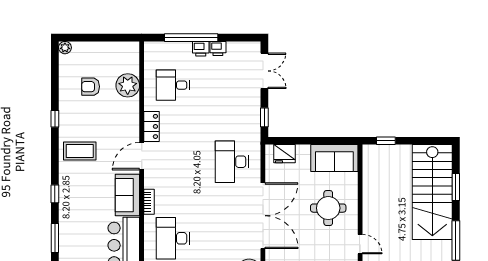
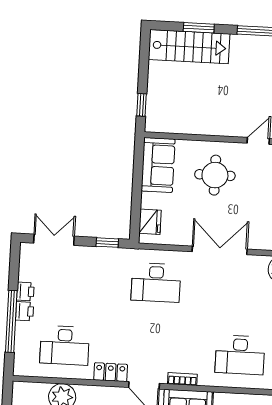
desk: (173, 85) -> (65, 345), width x1.37
stairs: (432, 192) -> (189, 47), width x0.73, depth x0.66
bookcase: (149, 202) -> (182, 379), moved
double door: (263, 216) -> (220, 250), width x0.73

